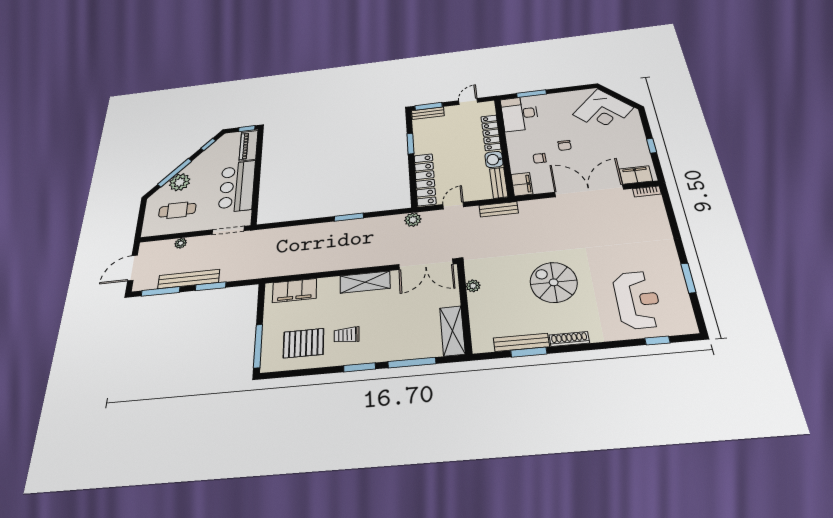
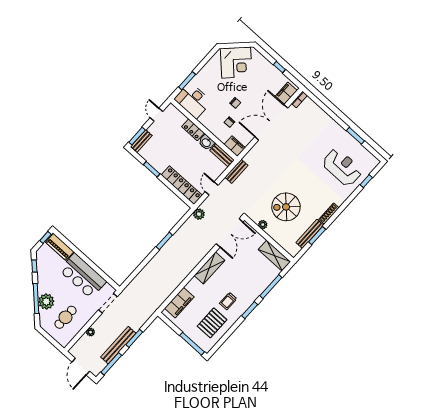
locker: (491, 133) -> (193, 130), width x0.66
spiral stairs: (554, 282) -> (286, 207), moved

